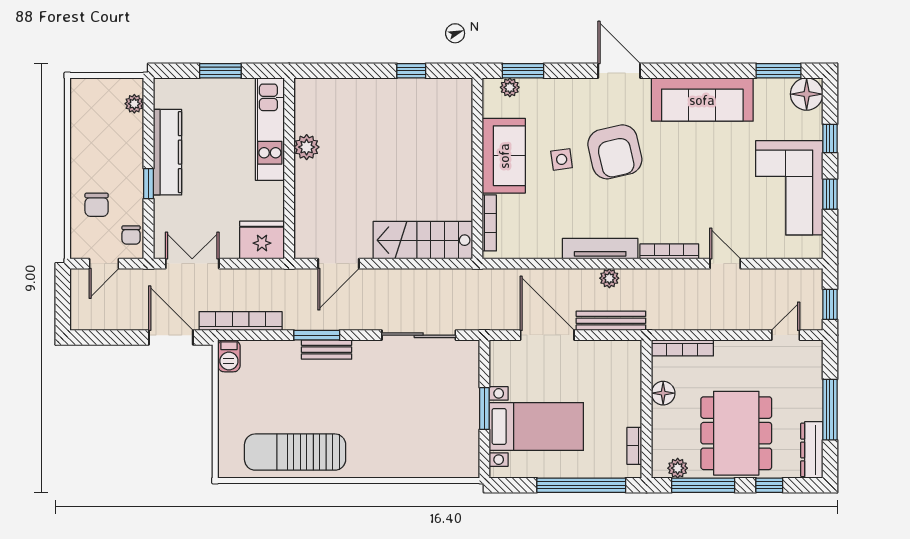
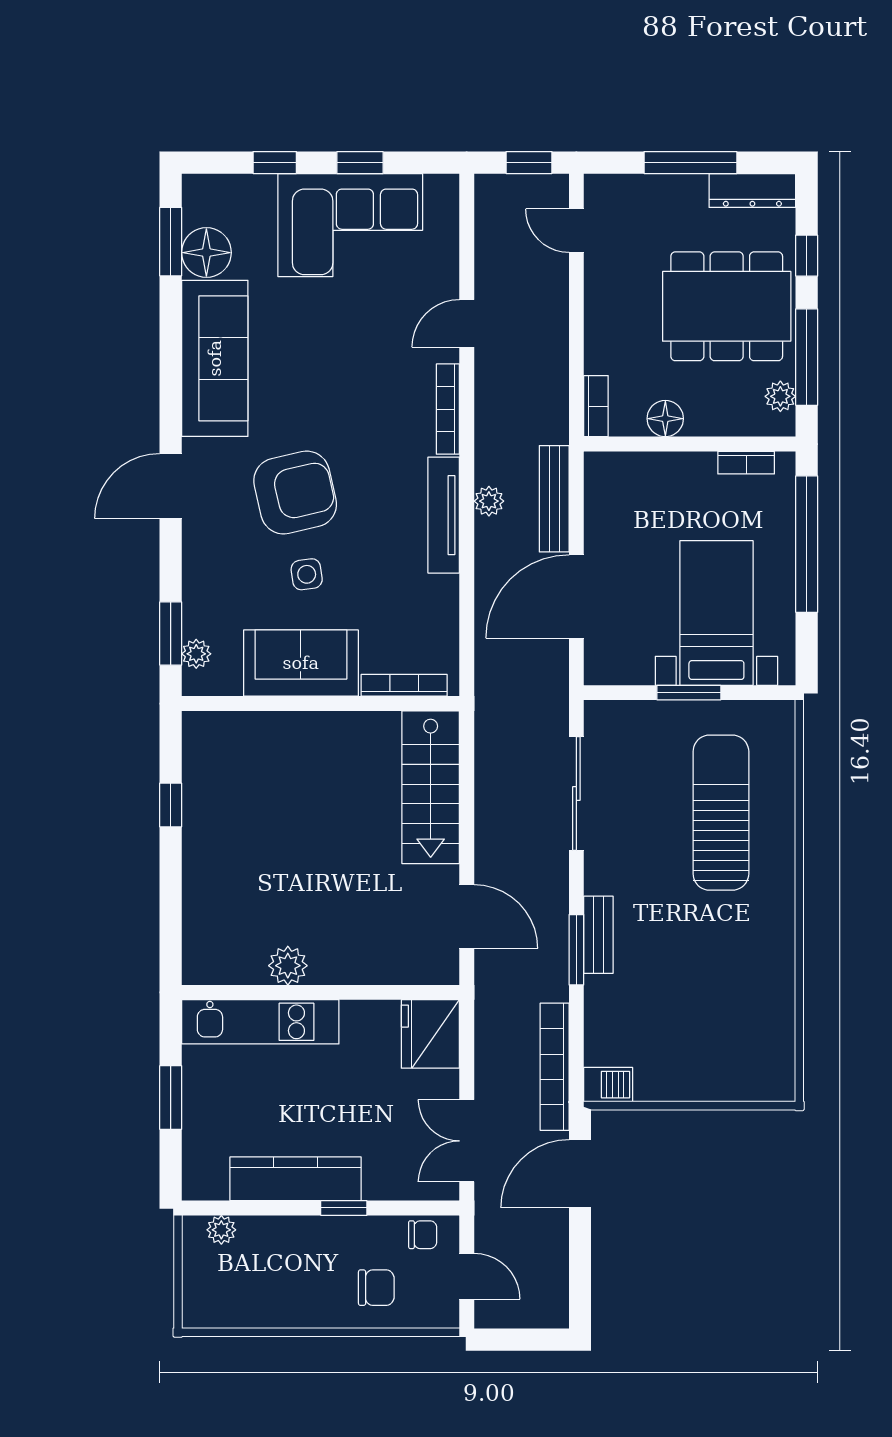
floor lamp: (807, 94) -> (206, 253), moved
bookcase: (682, 348) -> (596, 406), width x0.64
sun lounger: (295, 452) -> (721, 813), moved, turned 180

